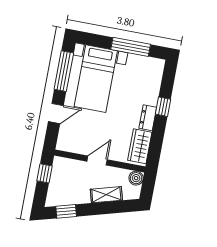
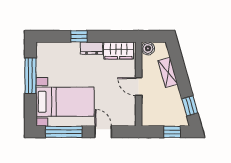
window: (44, 173) -> (172, 132), moved

